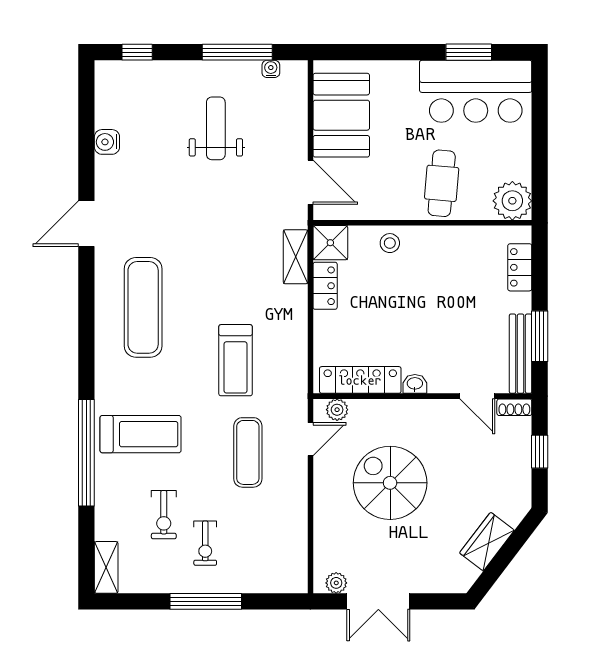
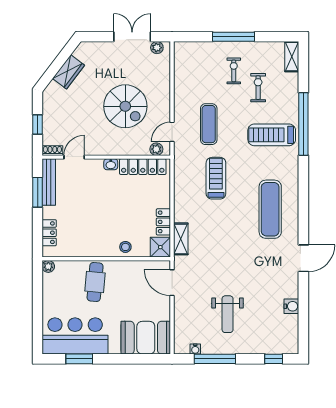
booth: (341, 115) -> (146, 338), moved, turned 90
plant: (512, 201) -> (48, 266), width x0.53, depth x0.53
door: (477, 396) -> (74, 157), hinge flipped

